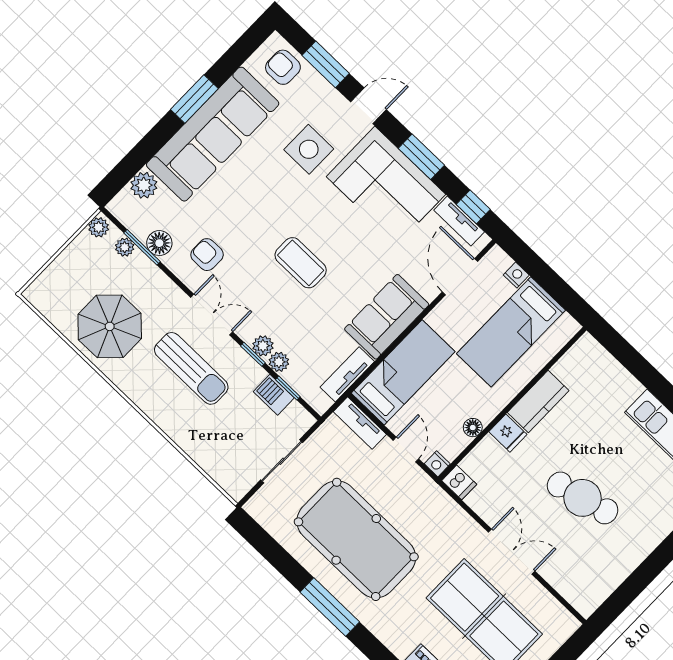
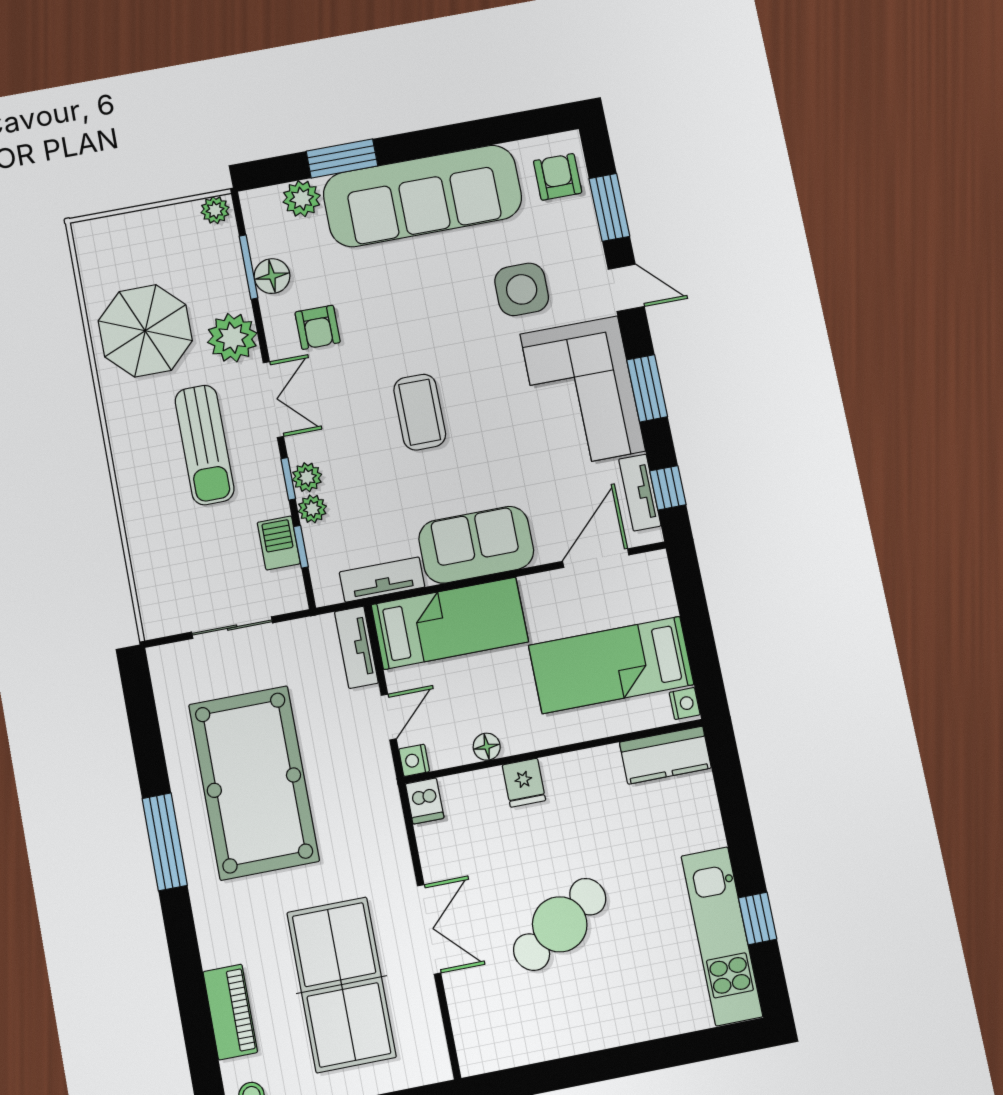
window: (194, 99) -> (342, 159), moved
plant: (125, 247) -> (232, 338), moved, width x1.87, depth x1.87
armchair: (207, 255) -> (318, 327), turned 180
nightstand: (516, 275) -> (685, 704), moved
kitchen counter: (538, 402) -> (665, 755), moved
cafe table: (583, 498) -> (560, 924), turned 71

